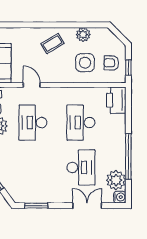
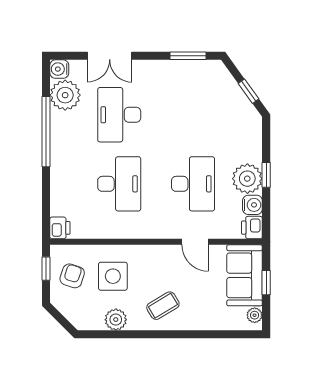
armchair: (111, 63) -> (72, 276), turned -72
printer: (116, 100) -> (60, 228), width x0.53, depth x0.68

